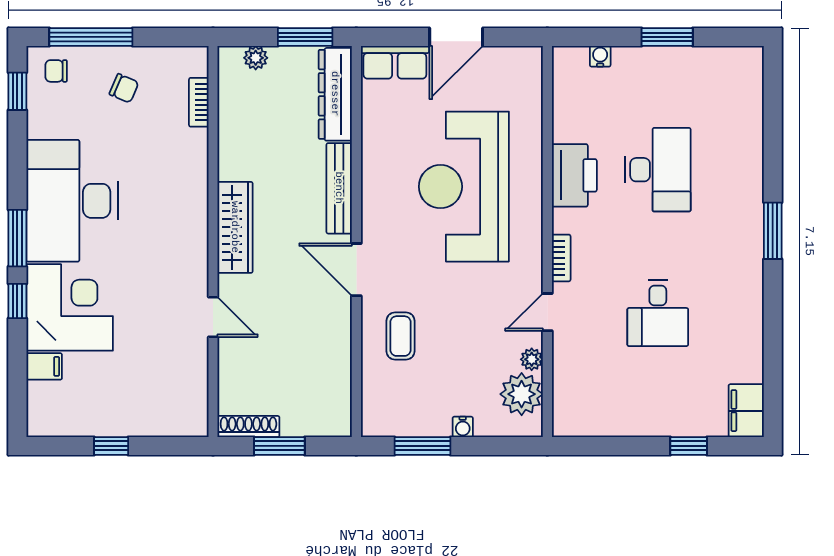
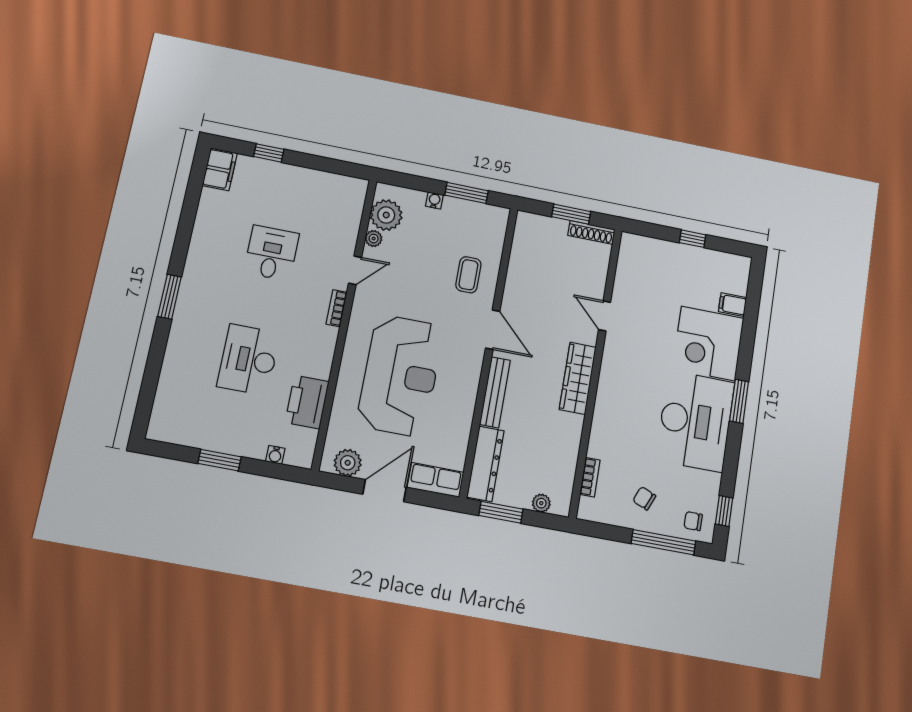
plant: (509, 63) -> (348, 463), added
chair: (56, 71) -> (693, 521), turned 180
printer: (574, 175) -> (307, 402), moved
window: (17, 301) -> (745, 355), removed

